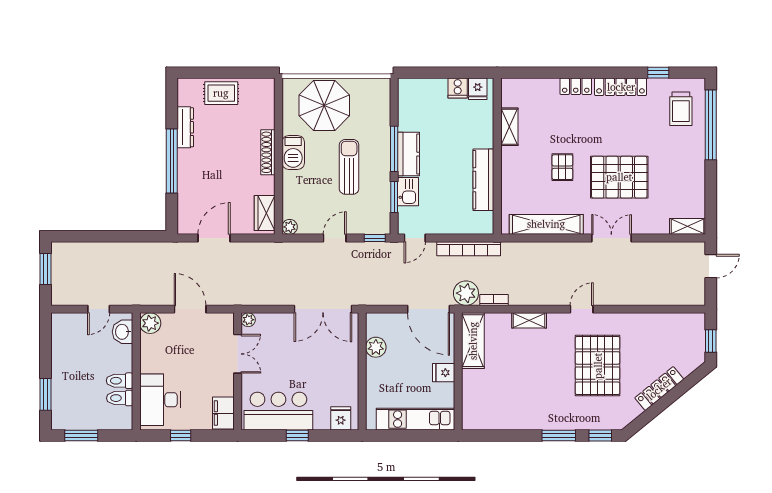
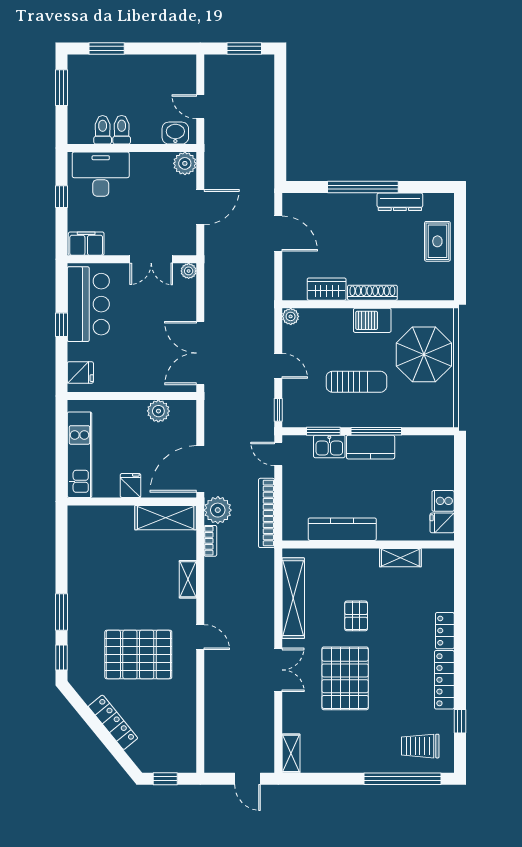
pallet: (562, 167) -> (356, 616), turned 90
wardrobe: (265, 213) -> (327, 289), moved

